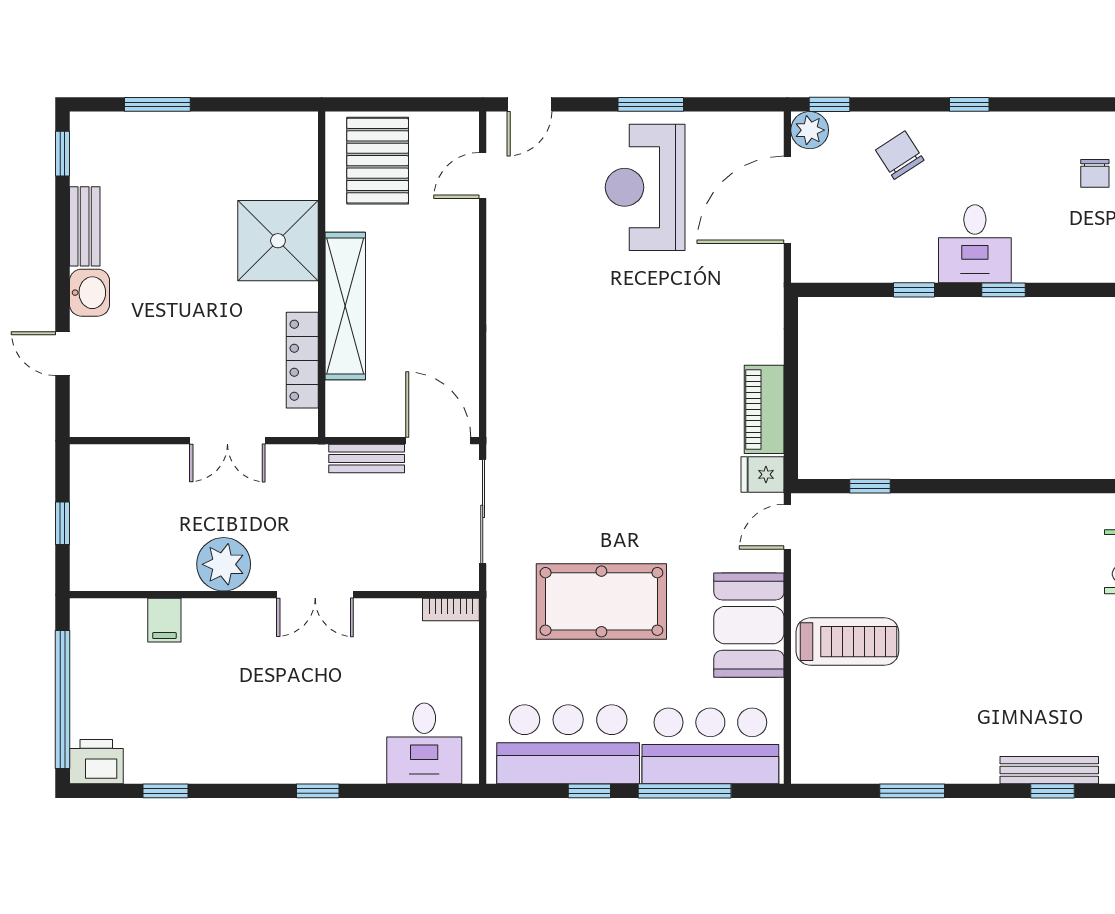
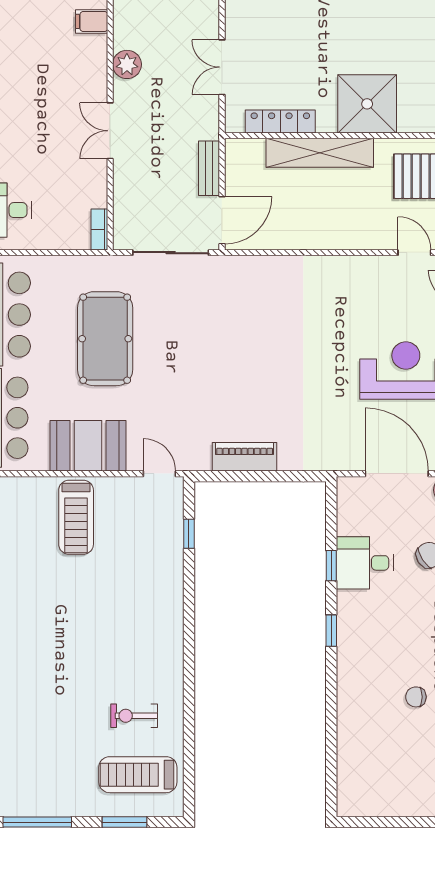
desk: (975, 244) -> (365, 563), moved
fridge: (763, 474) -> (197, 456), removed
plant: (224, 564) -> (127, 64), width x0.73, depth x0.73

